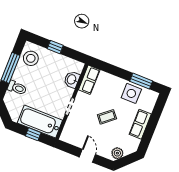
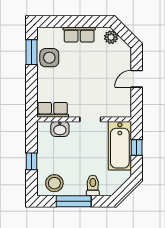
coffee table: (107, 117) -> (86, 74), removed
plant: (117, 153) -> (111, 37), moved

